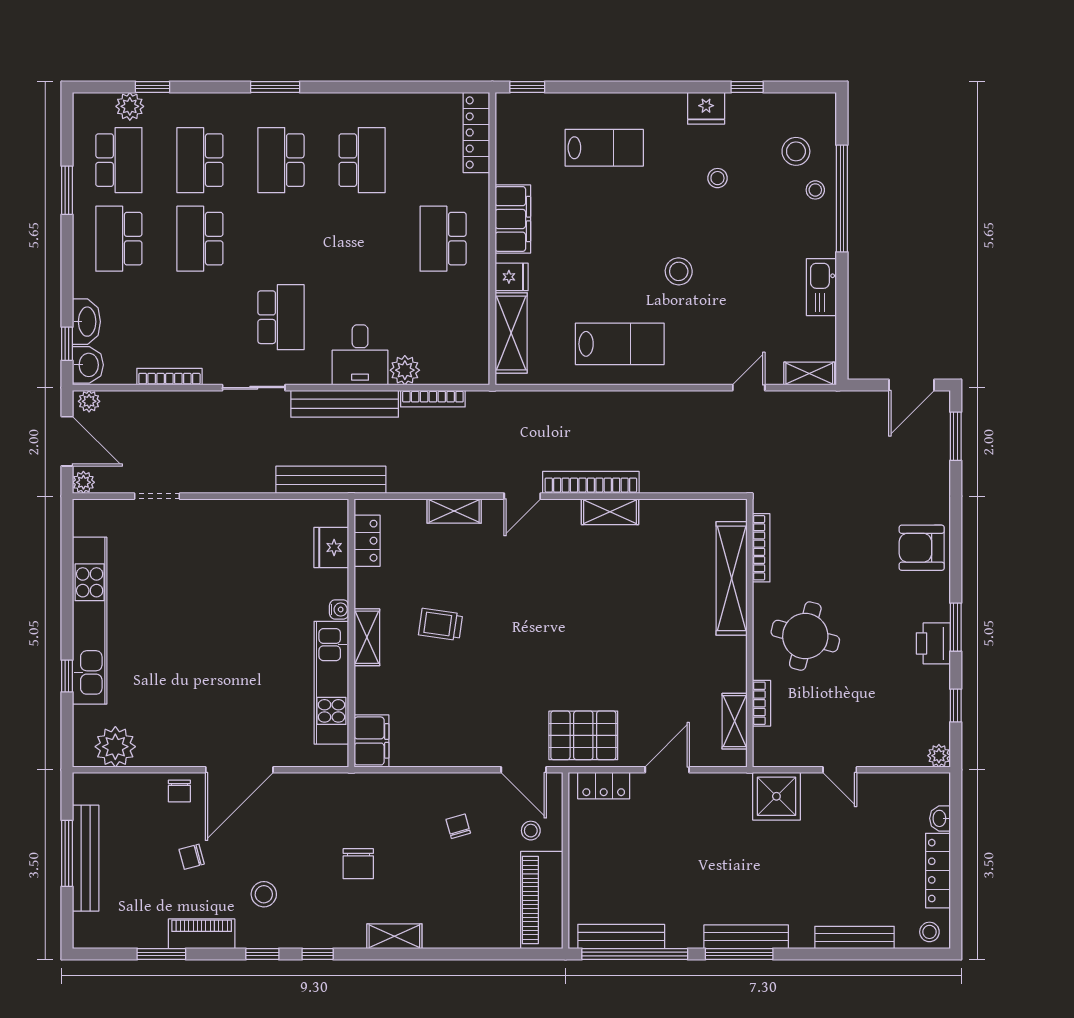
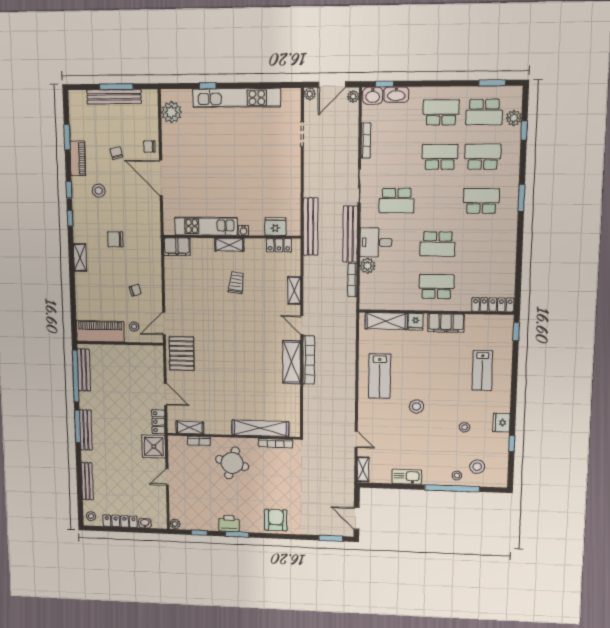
school desk: (362, 160) -> (438, 244), moved
window: (67, 190) -> (492, 83), moved
shelving: (610, 512) -> (292, 362), width x1.50, depth x1.33
locker: (604, 786) -> (158, 422), moved

